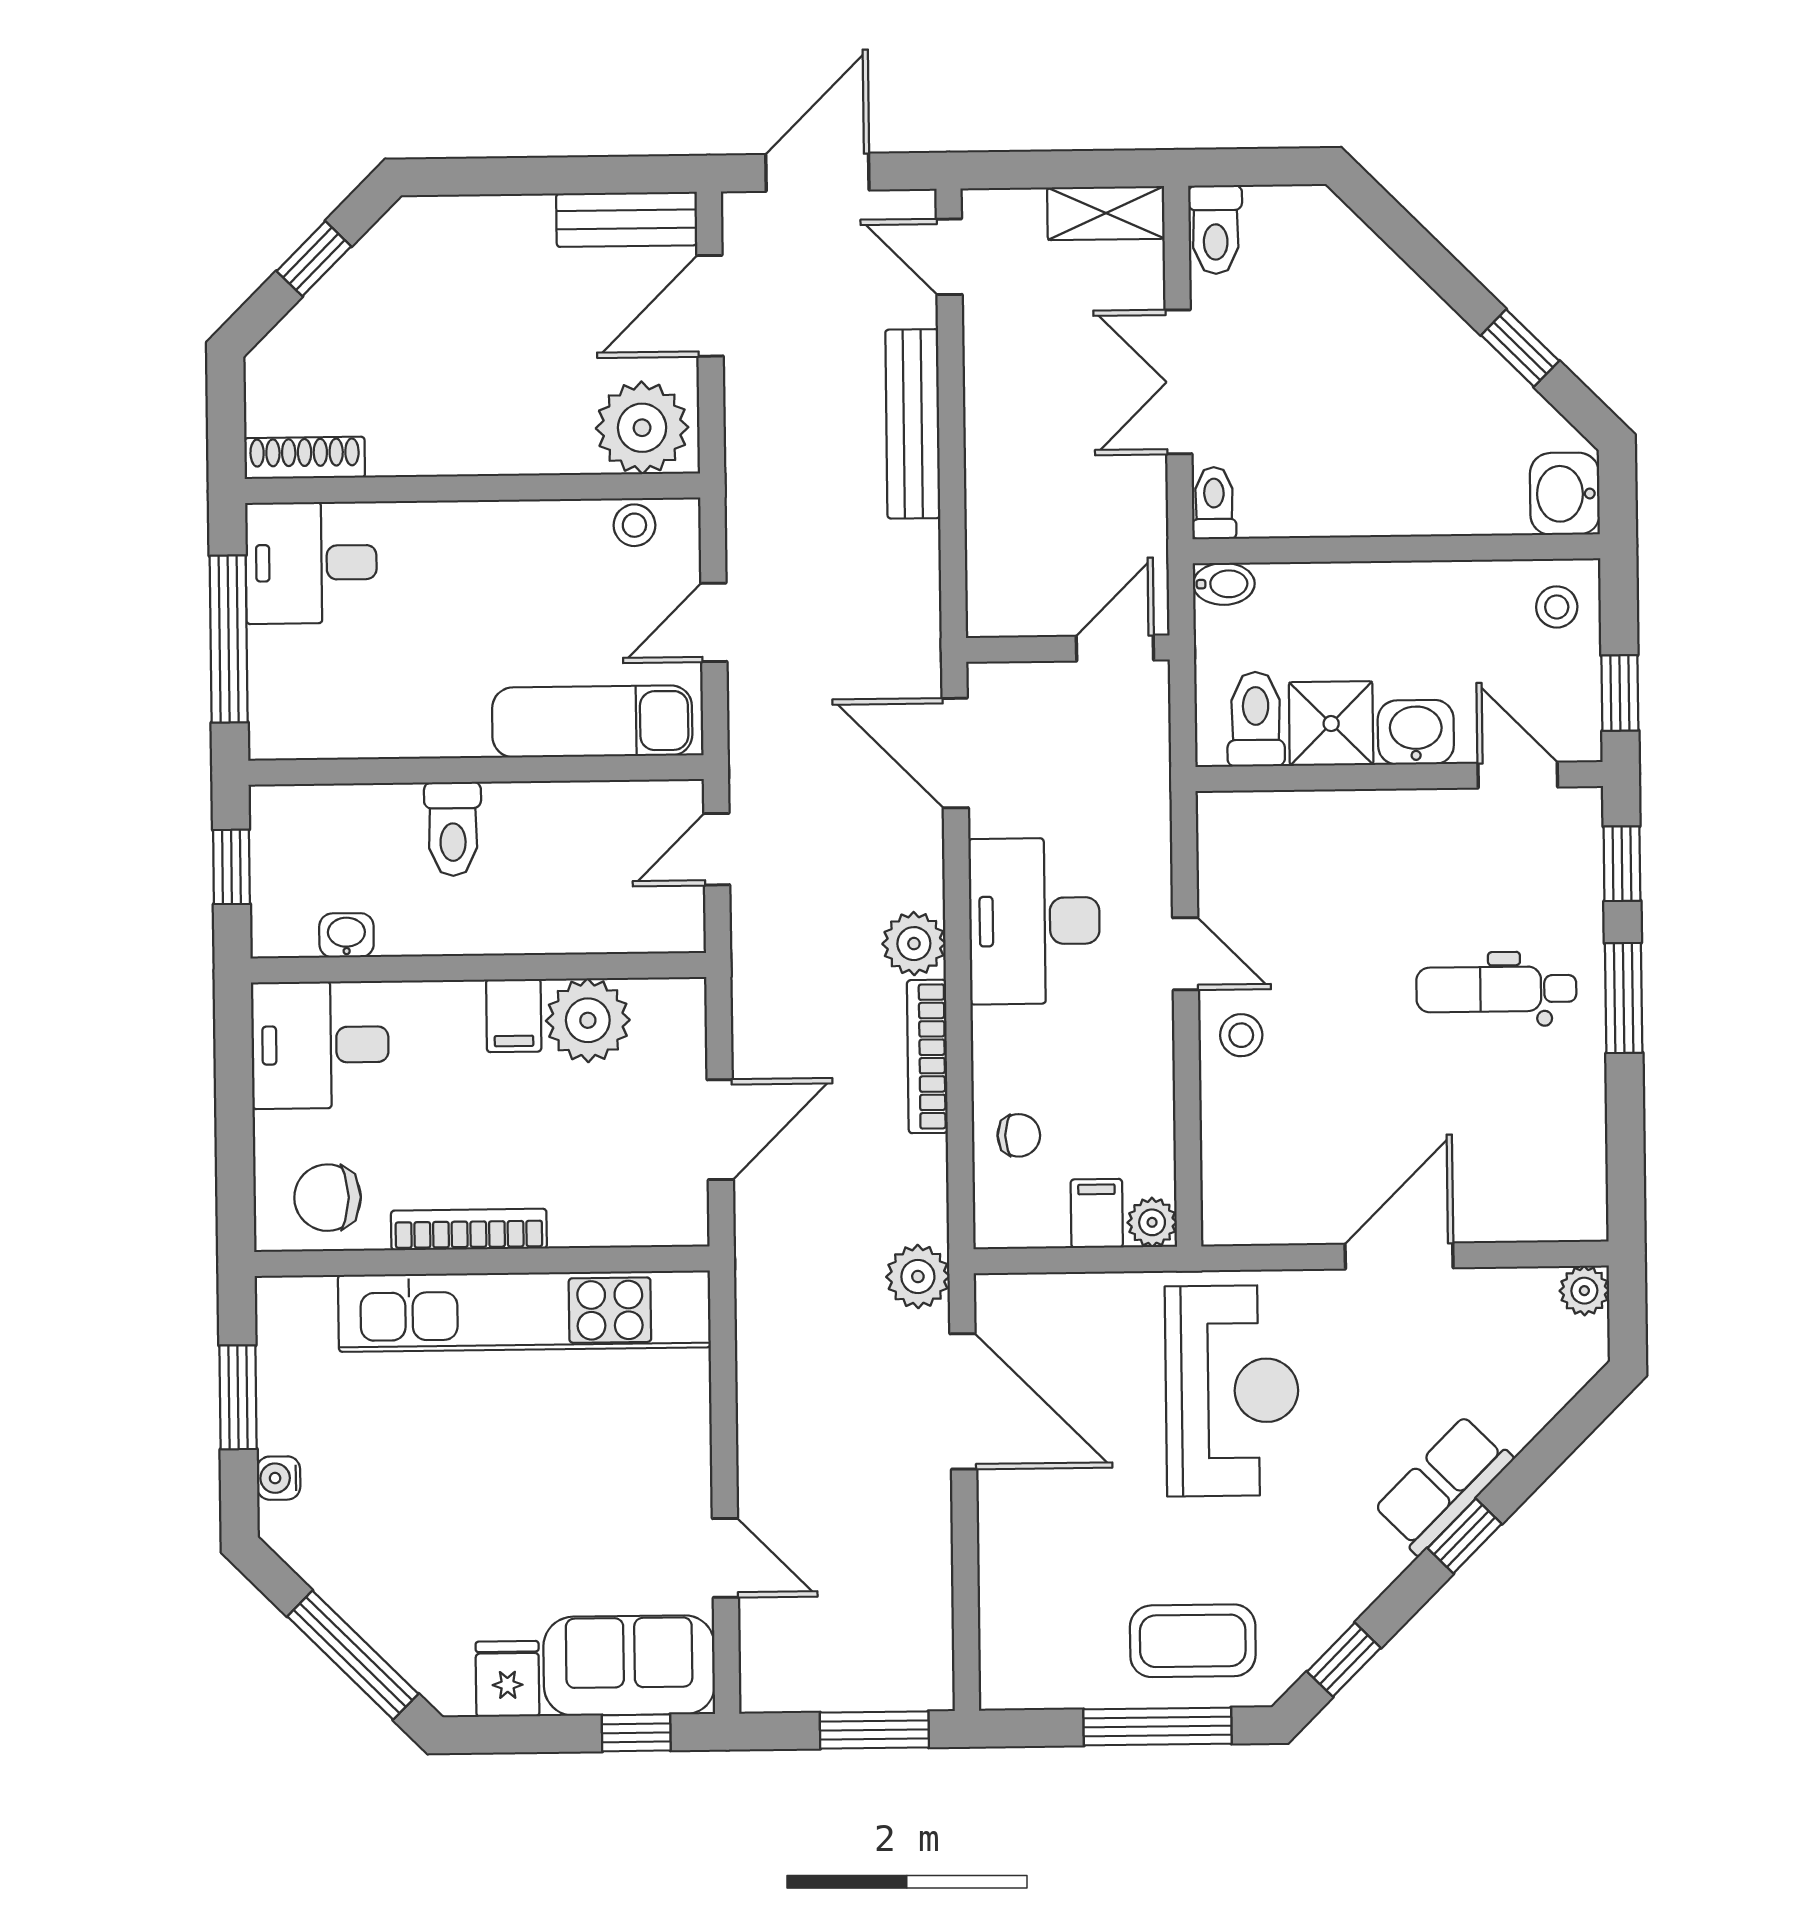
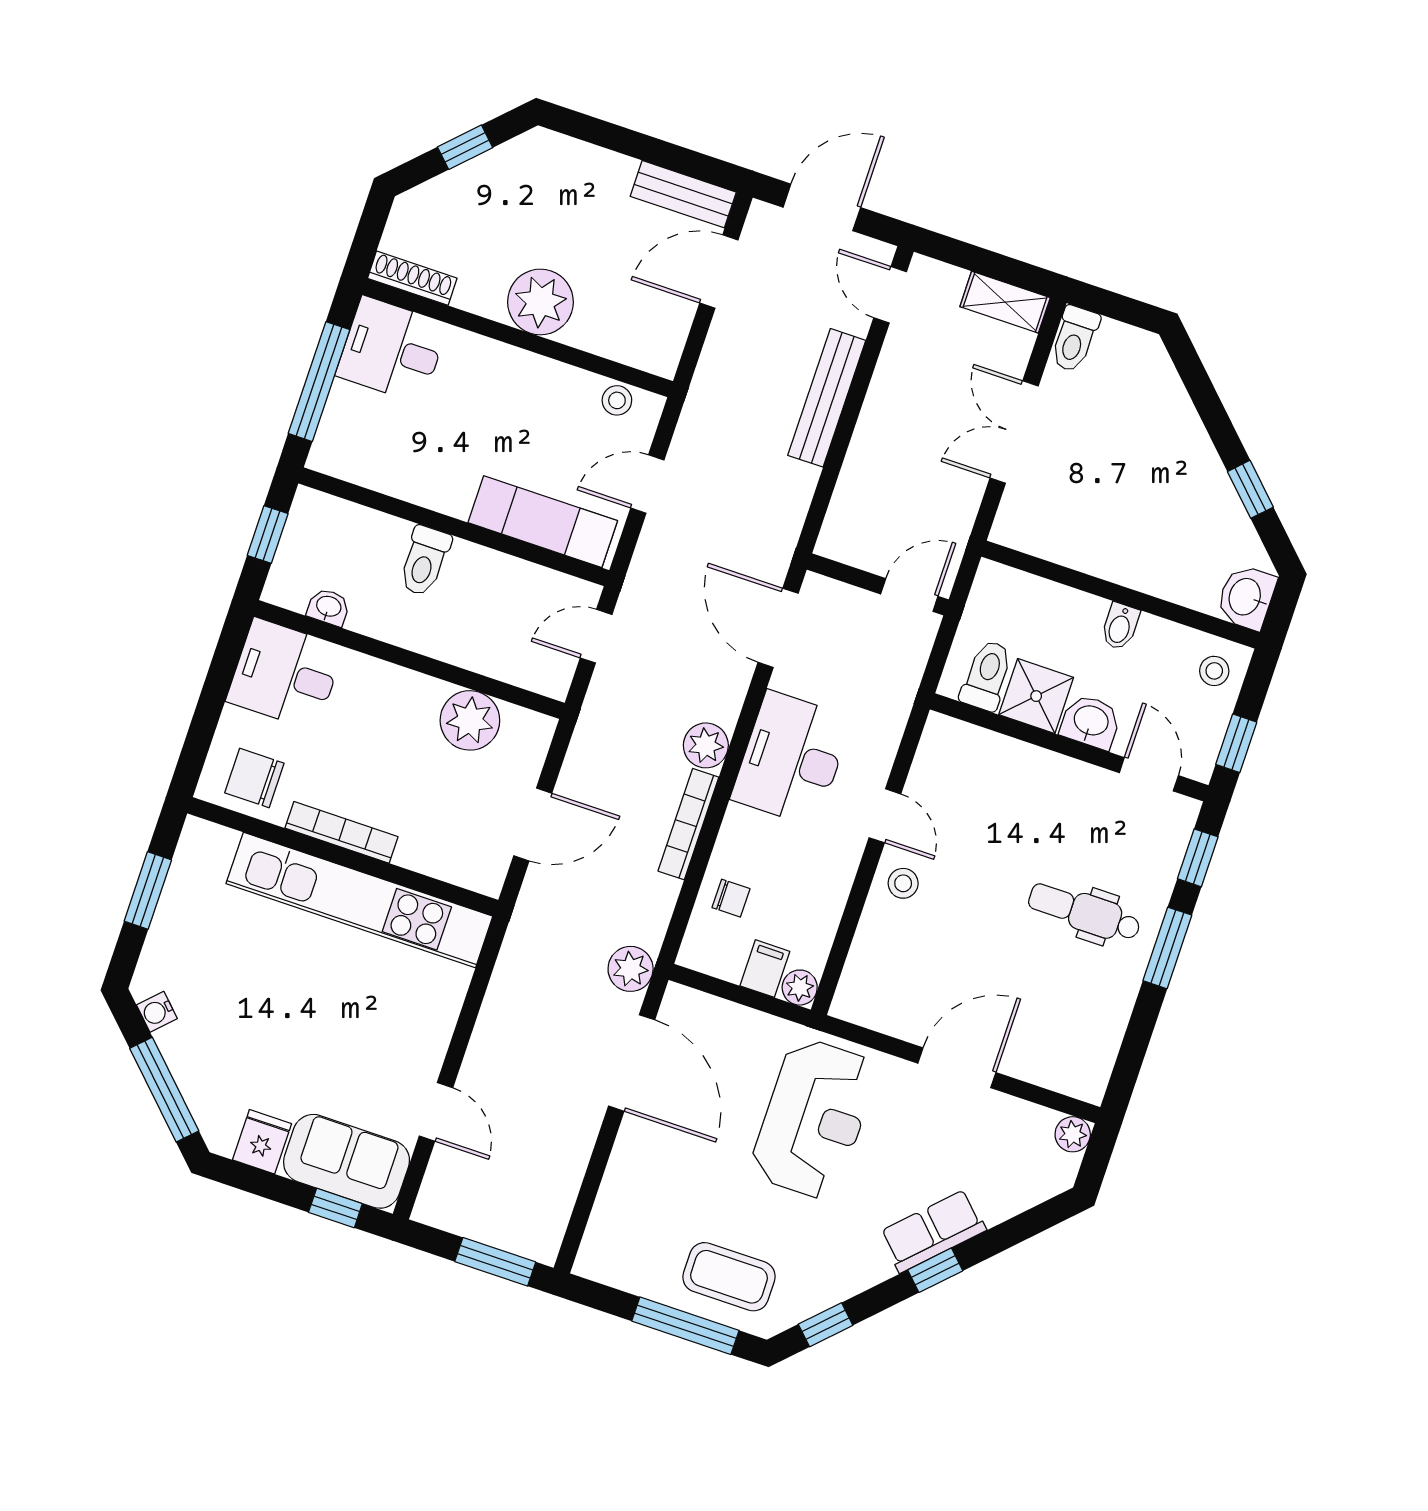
plant: (642, 428) -> (540, 302), moved
toilet: (1214, 503) -> (1009, 521), removed
bidet: (1224, 584) -> (1120, 626), moved, turned 90
filing cabinet: (514, 1016) -> (421, 700), removed
water cooler: (279, 1478) -> (157, 1012), moved, turned -45

